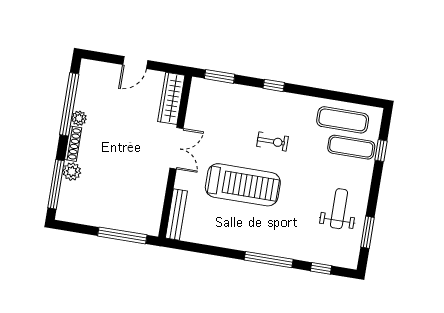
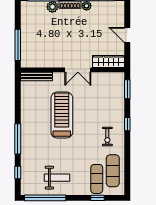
exercise bike: (272, 141) -> (107, 136), moved
treadmill: (243, 185) -> (62, 115), turned 180
window: (367, 232) -> (45, 198), width x2.11

